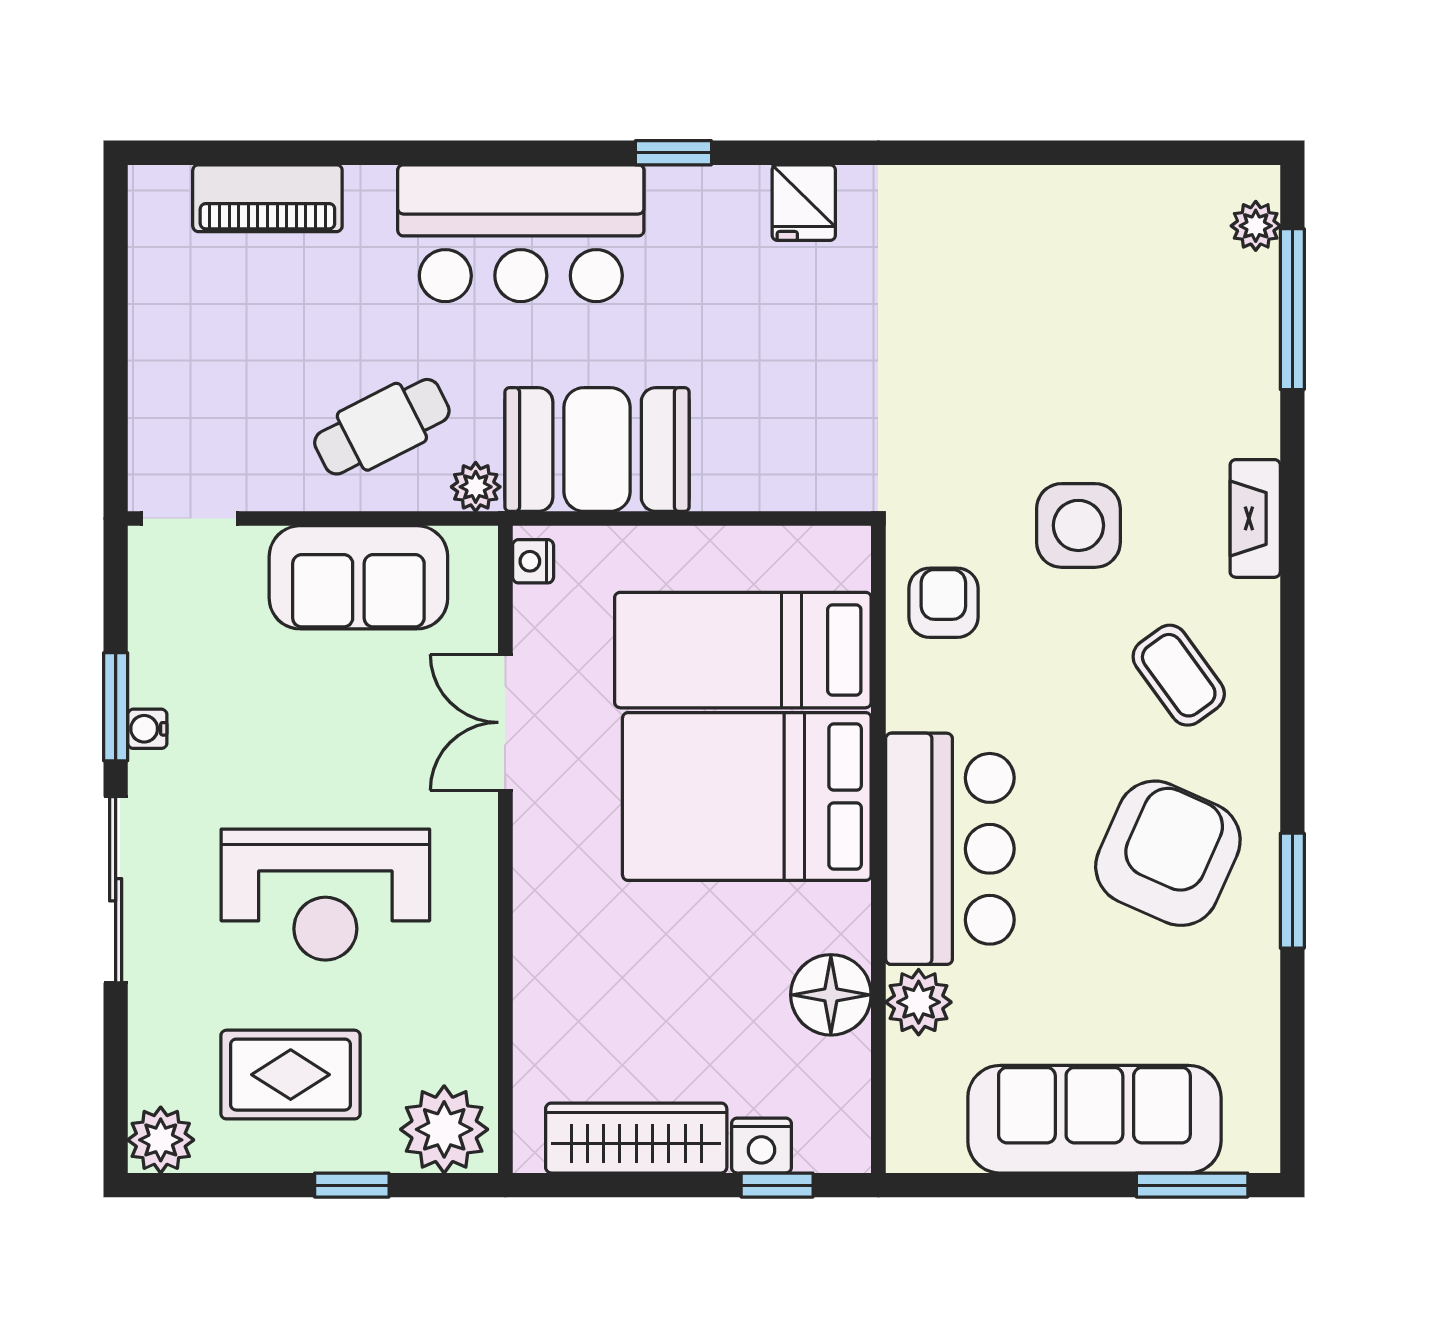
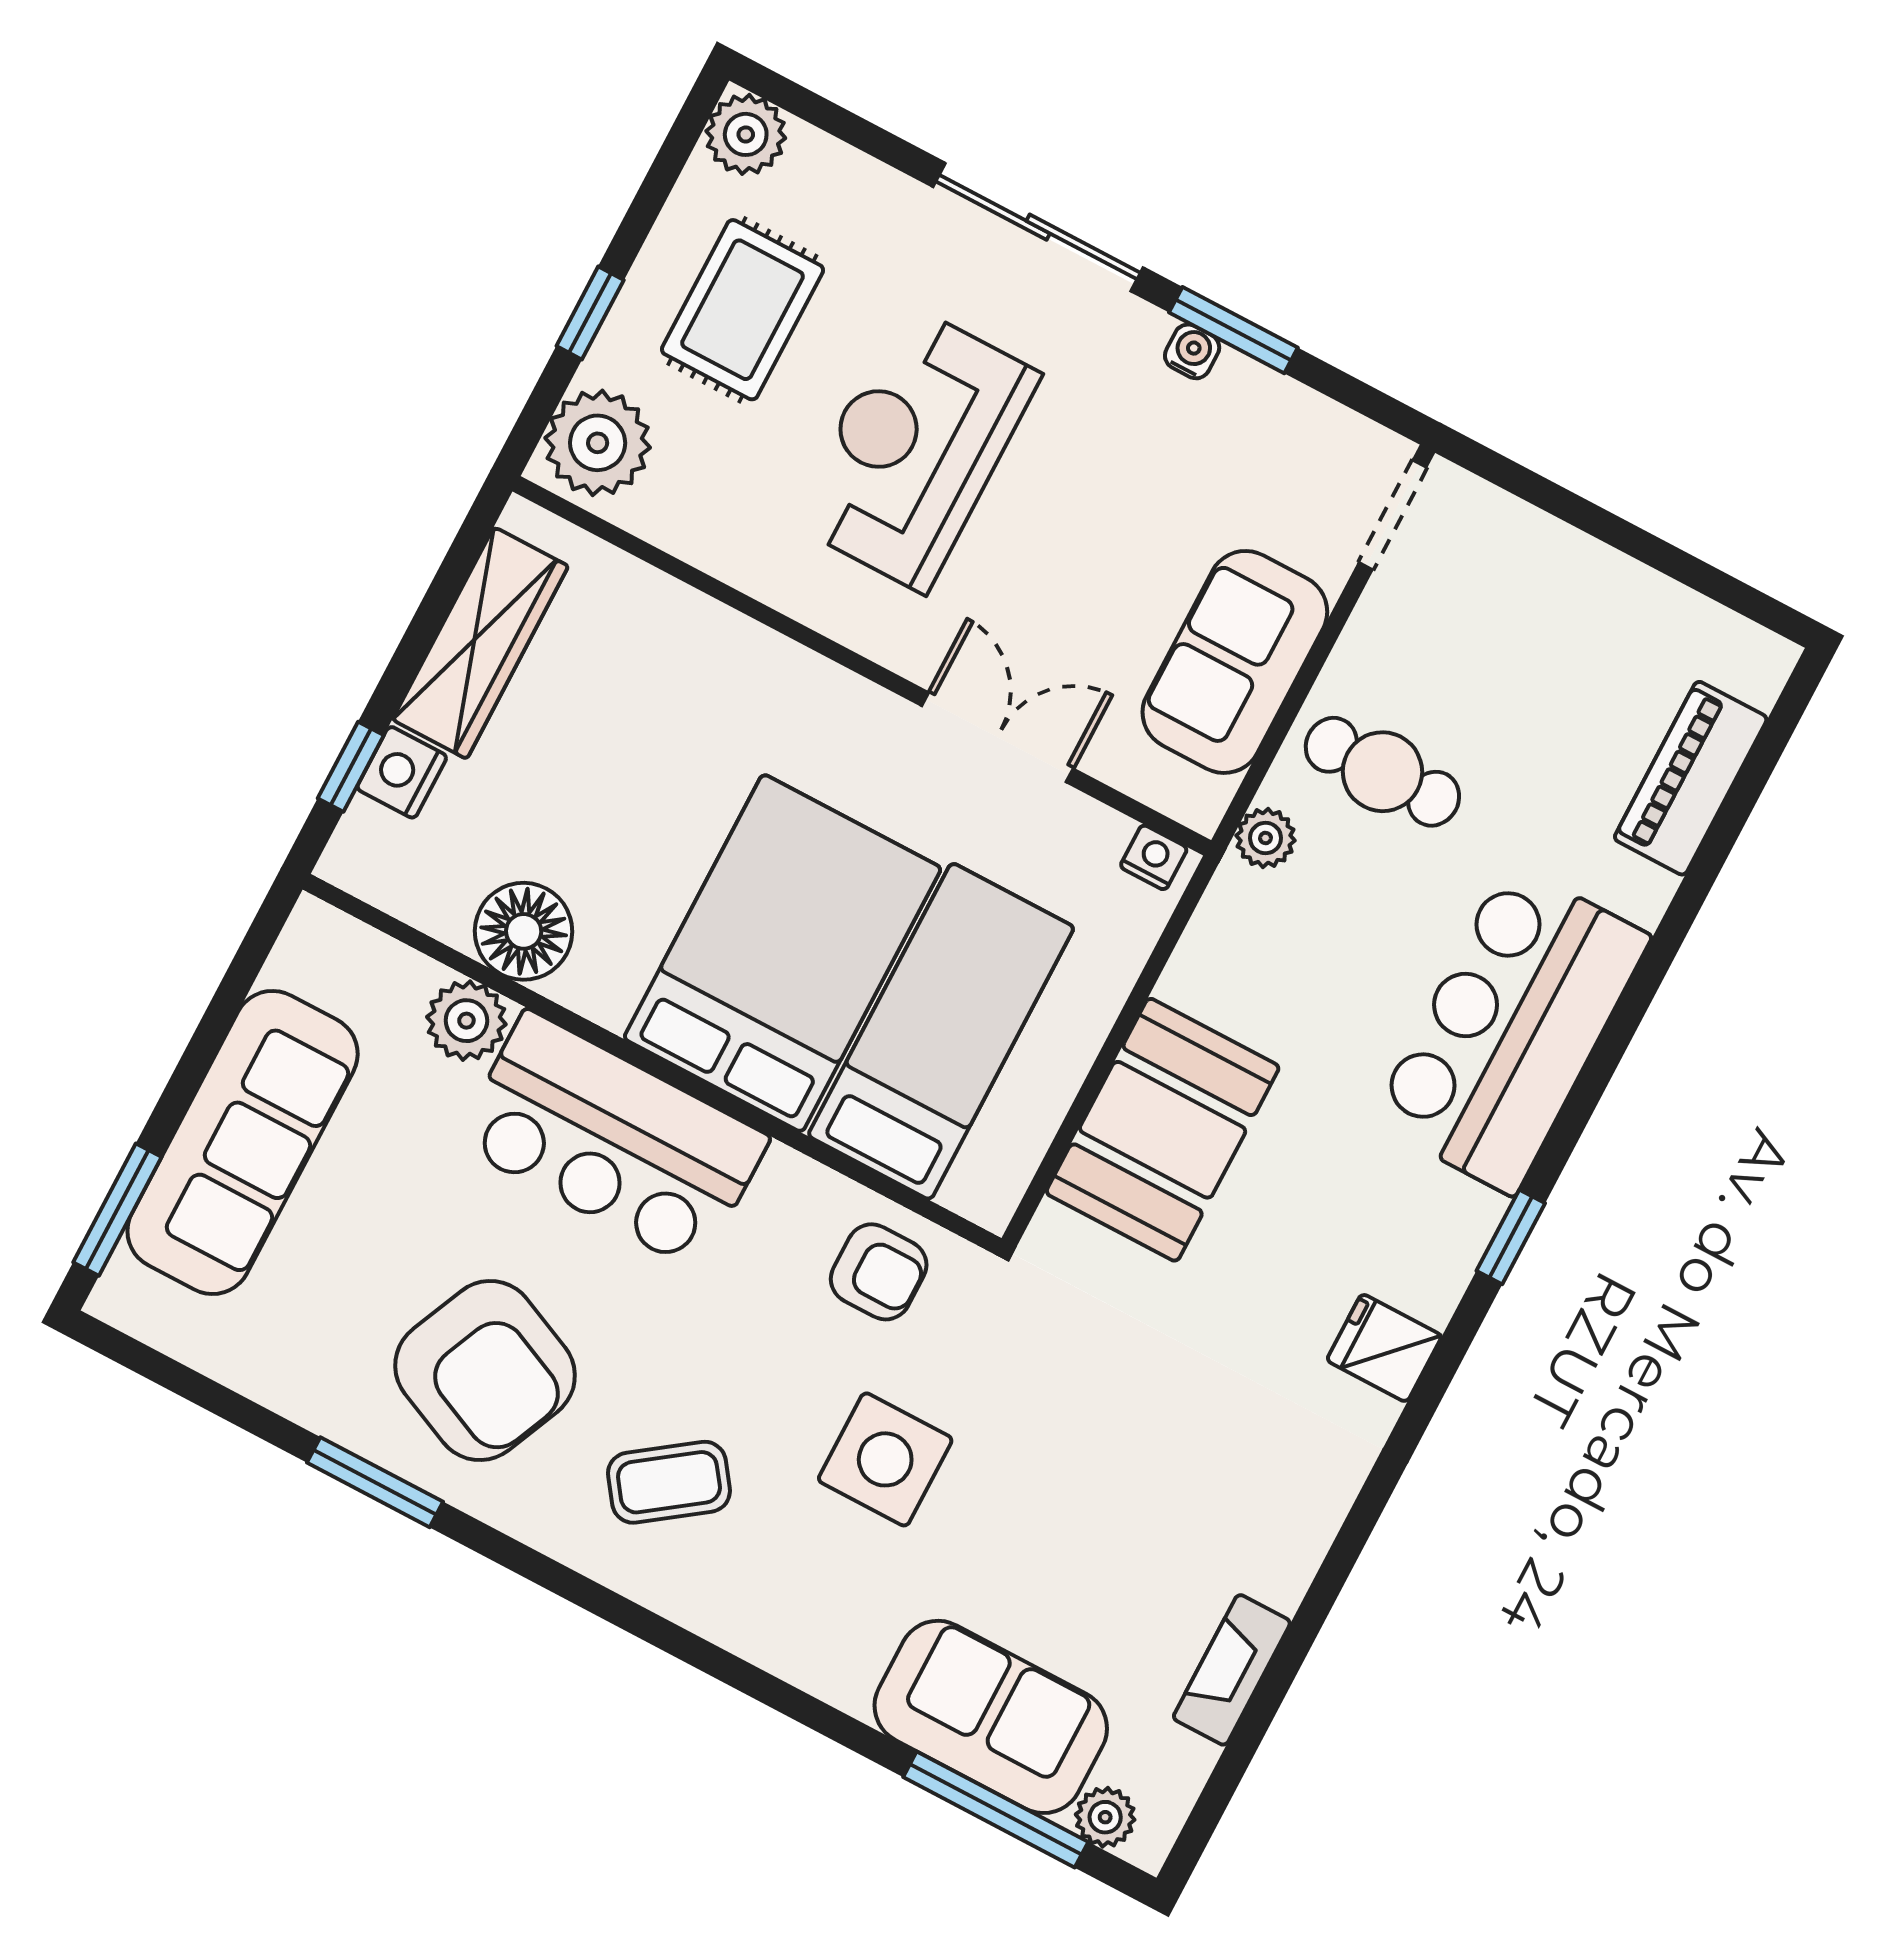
sofa: (1226, 348) -> (991, 1717), added
cafe table: (382, 427) -> (1382, 772), turned -63
booth: (597, 449) -> (1163, 1130), moved
fireplace: (1255, 518) -> (1232, 1670), moved, turned -90

